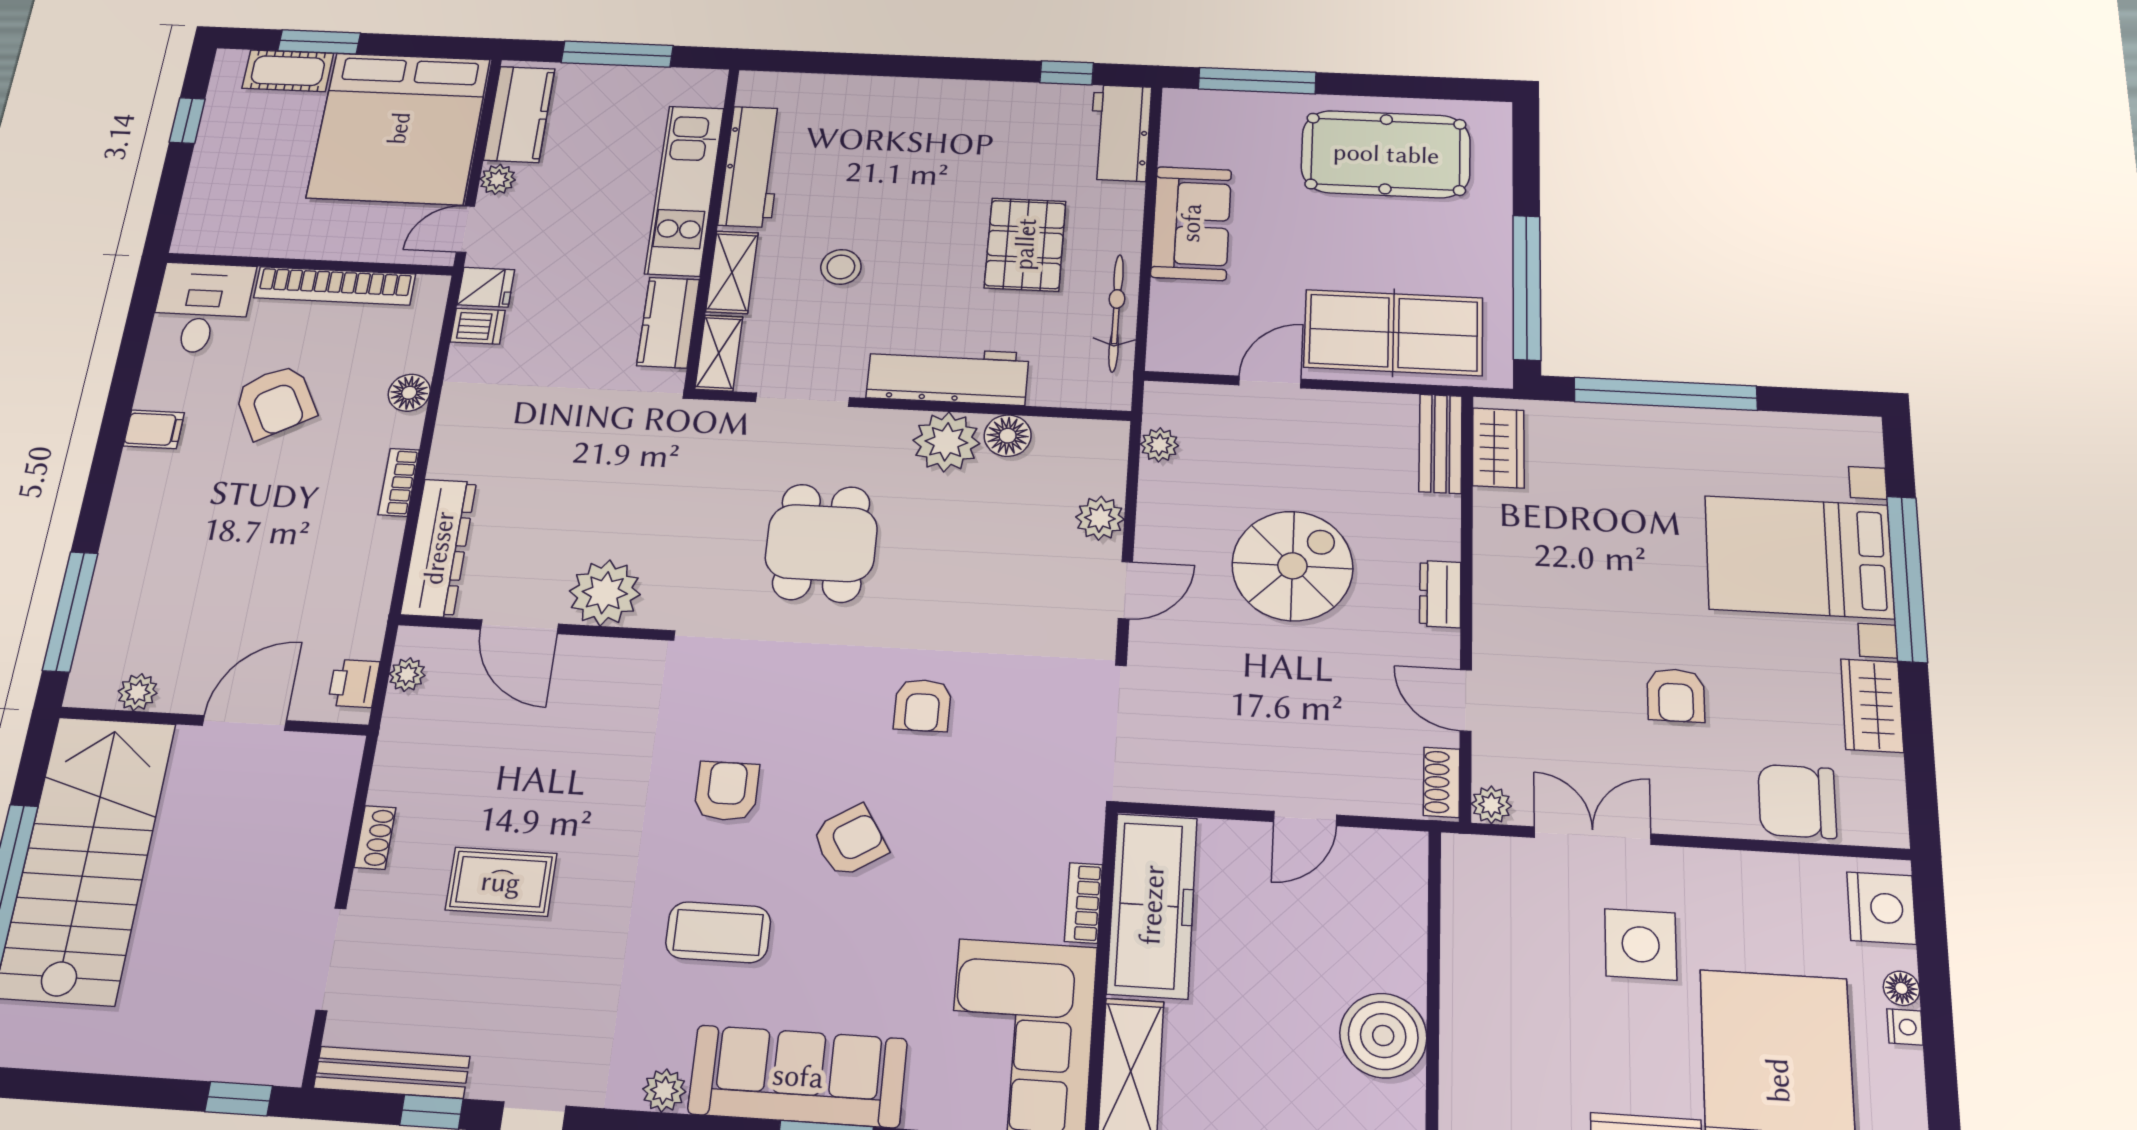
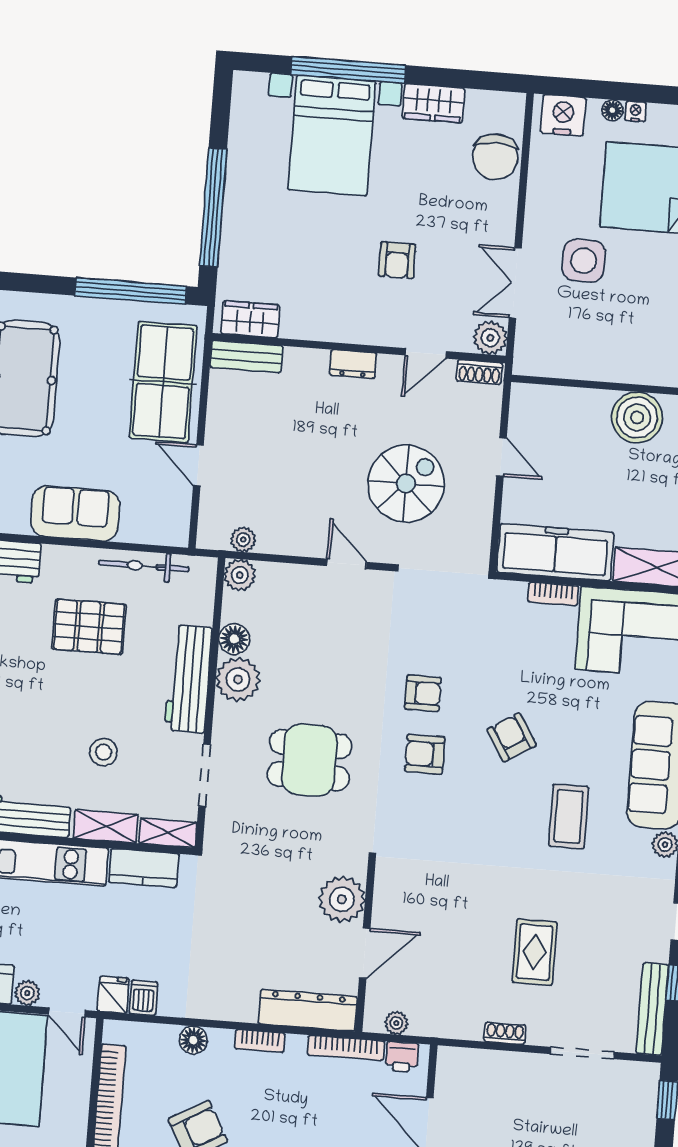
plant: (1100, 518) -> (240, 575), moved
spiral stairs: (1292, 566) -> (406, 484), moved, turned 90
bookcase: (376, 602) -> (346, 1048), added
armchair: (1676, 695) -> (397, 260), moved, turned 90
armchair: (727, 791) -> (425, 754), moved
plant: (1491, 805) -> (490, 338), width x1.38, depth x1.38

